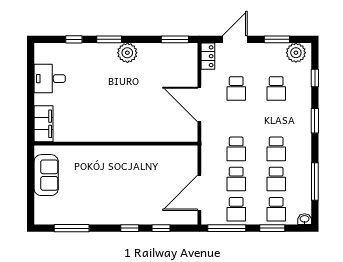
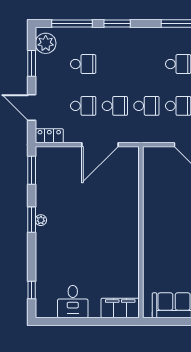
window: (74, 39) -> (32, 290), moved
window: (109, 39) -> (32, 220), moved
plant: (127, 53) -> (41, 220), width x0.53, depth x0.53
window: (315, 78) -> (72, 23), width x2.17
school desk: (276, 149) -> (115, 106), moved

